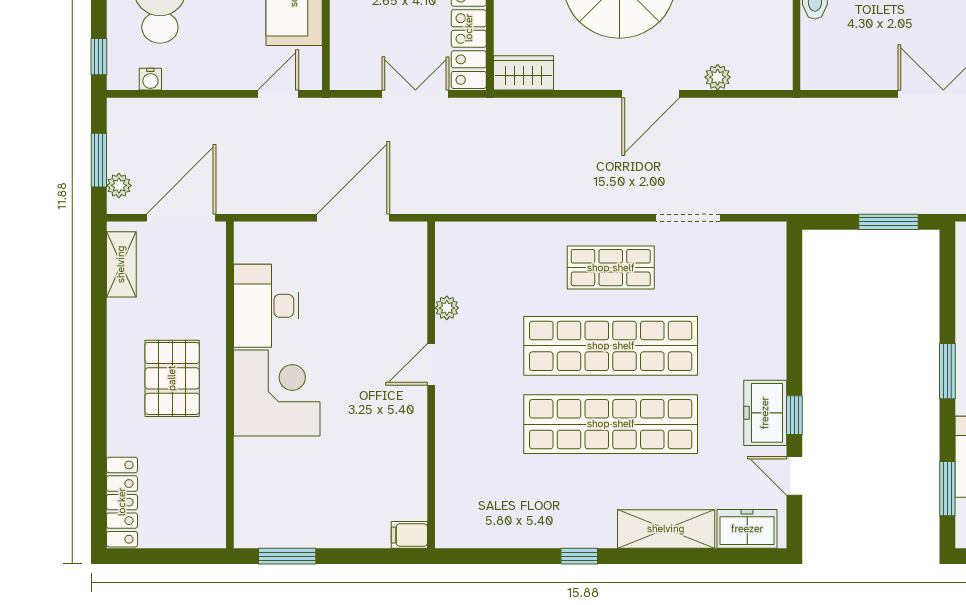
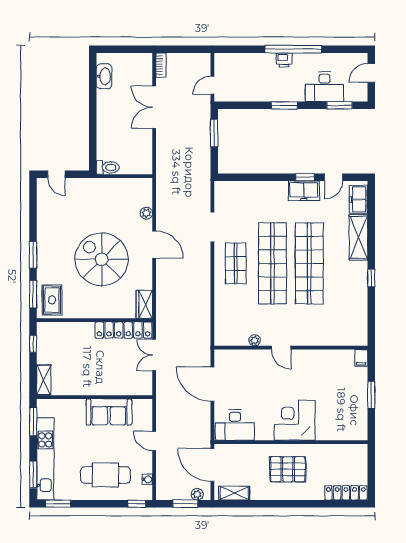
door: (278, 94) -> (154, 441), moved
desk: (266, 306) -> (235, 425), moved
window: (287, 556) -> (371, 395), moved

